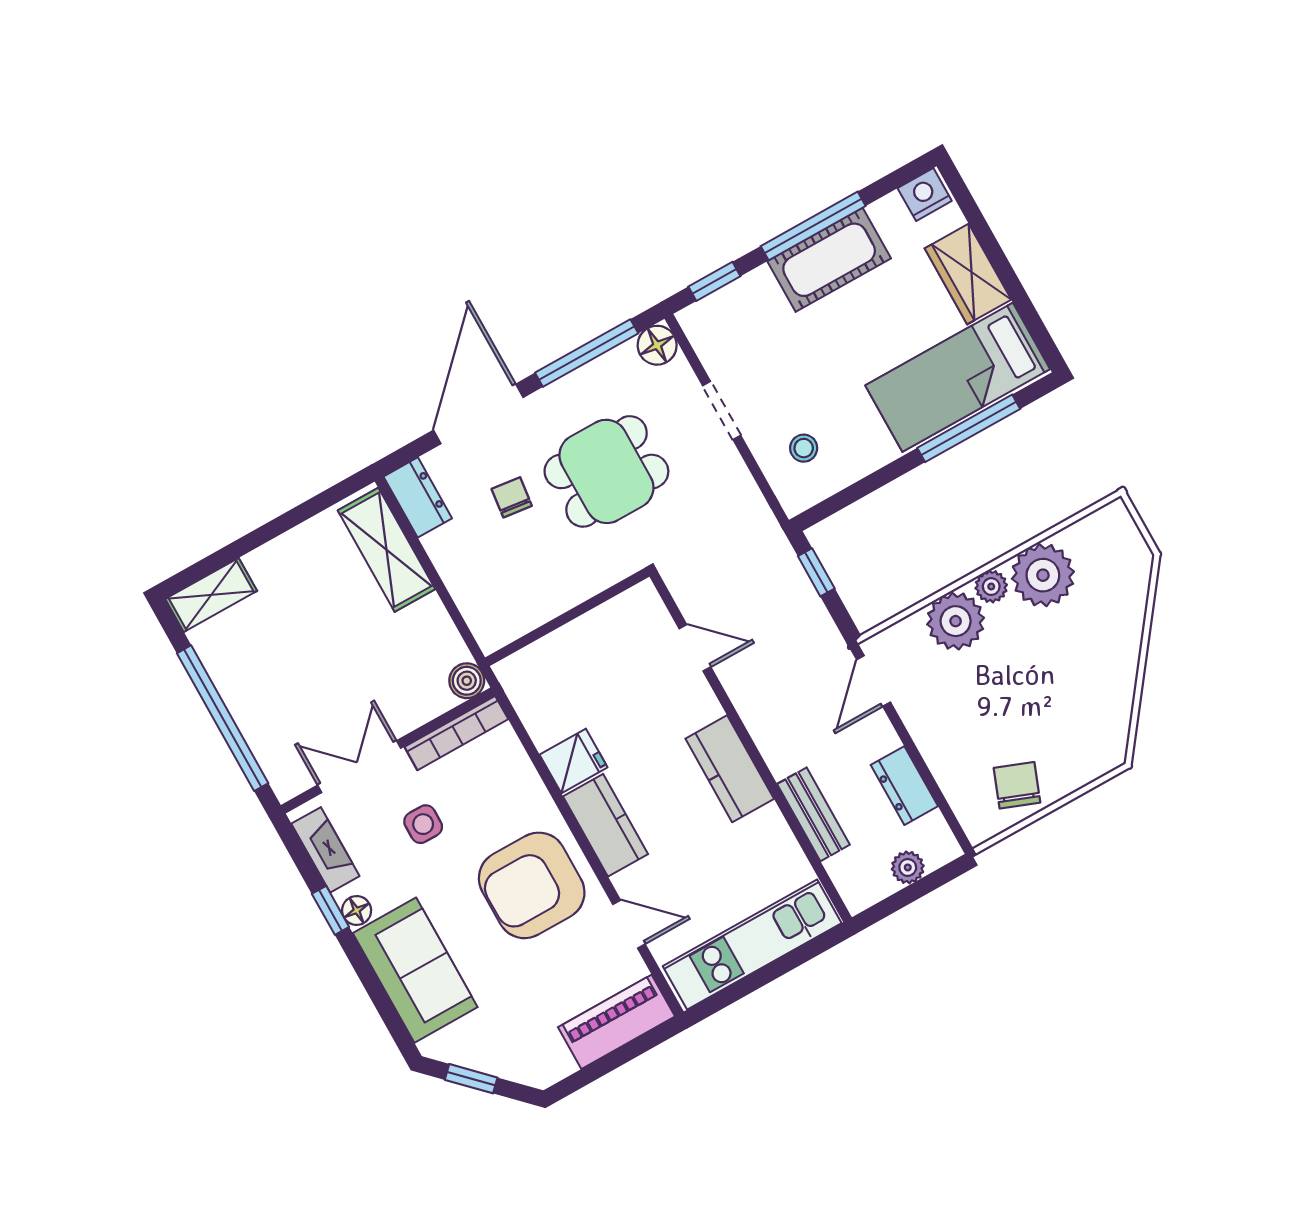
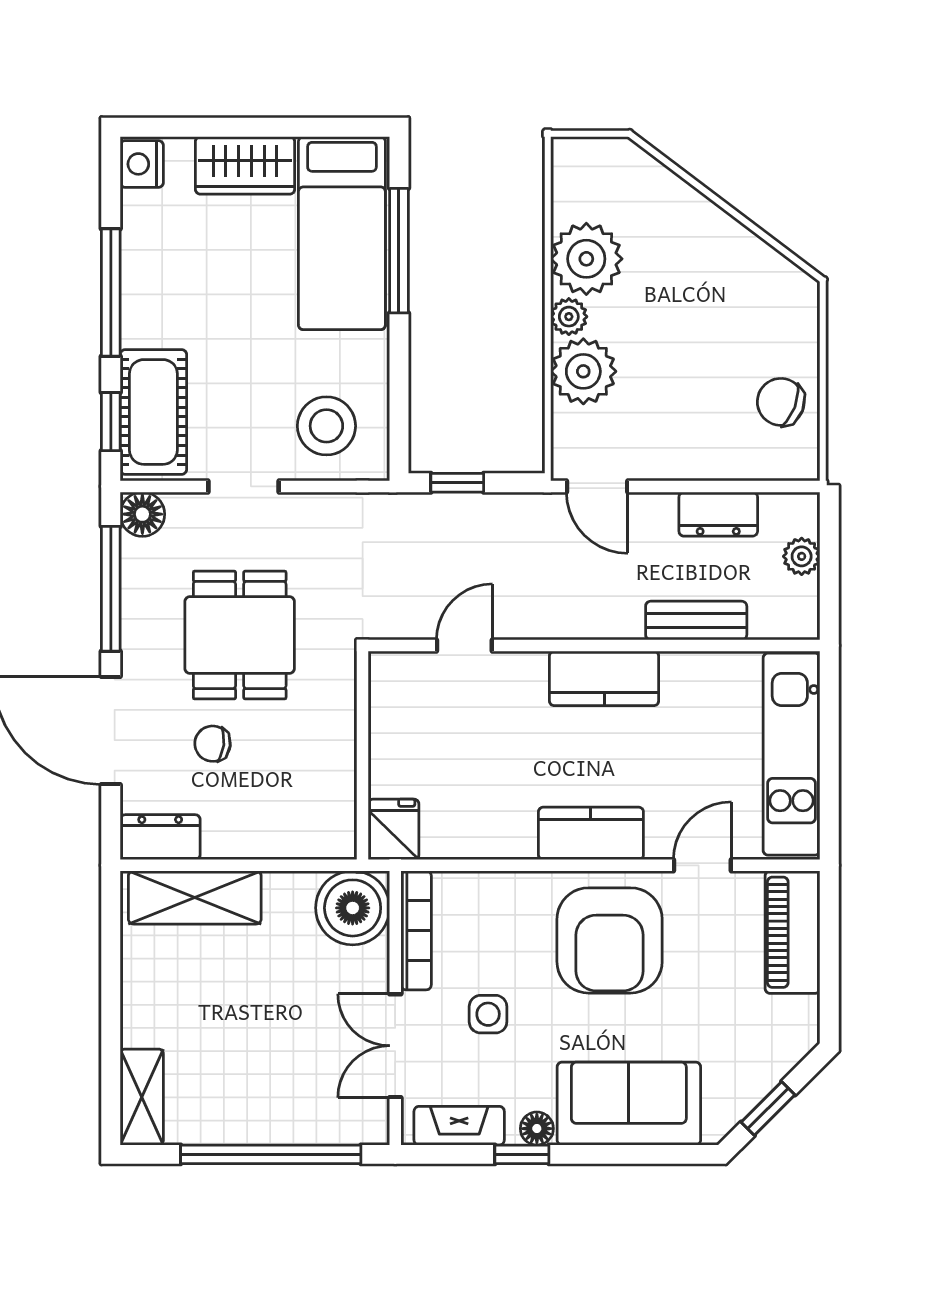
cot: (829, 260) -> (153, 412), moved
stool: (804, 448) -> (326, 426), width x1.89, depth x1.89
boiler: (467, 681) -> (353, 908), width x1.86, depth x1.86
fridge: (574, 761) -> (394, 829), moved

